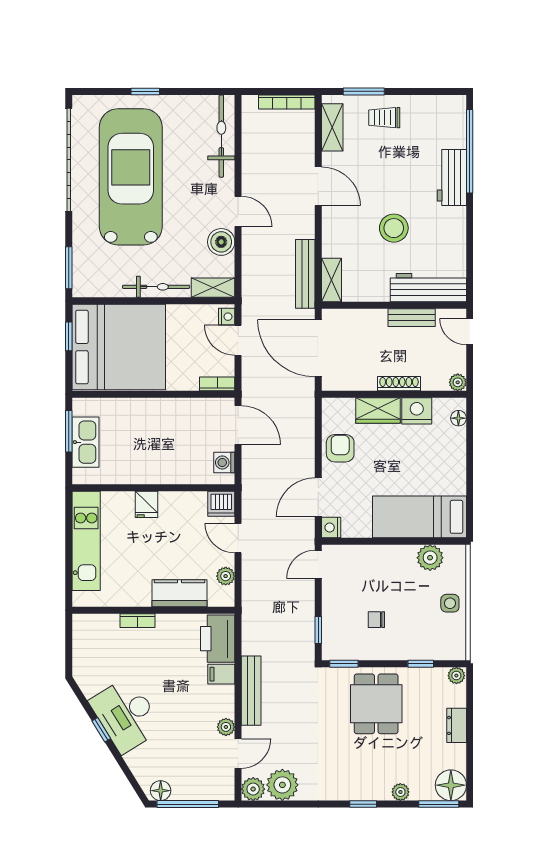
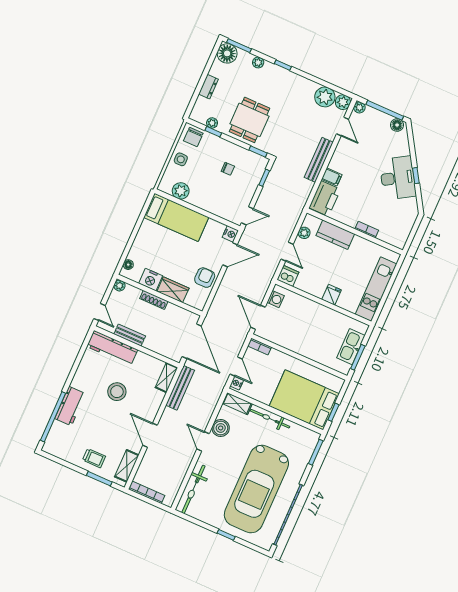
bed: (119, 347) -> (304, 400), width x0.73
armchair: (340, 448) -> (205, 278), turned 180
chair: (446, 643) -> (193, 137), added
plant: (456, 676) -> (212, 123), moved
plant: (226, 727) -> (359, 107), moved
door: (238, 754) -> (343, 127), swing flipped

